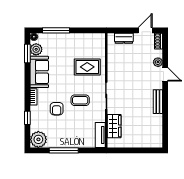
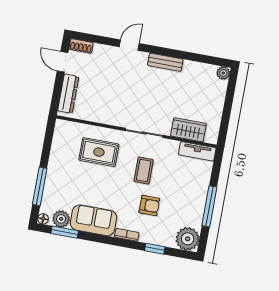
dresser: (124, 38) -> (68, 94), width x1.44
plant: (158, 62) -> (223, 73), moved
rug: (87, 67) -> (99, 152), turned 90

